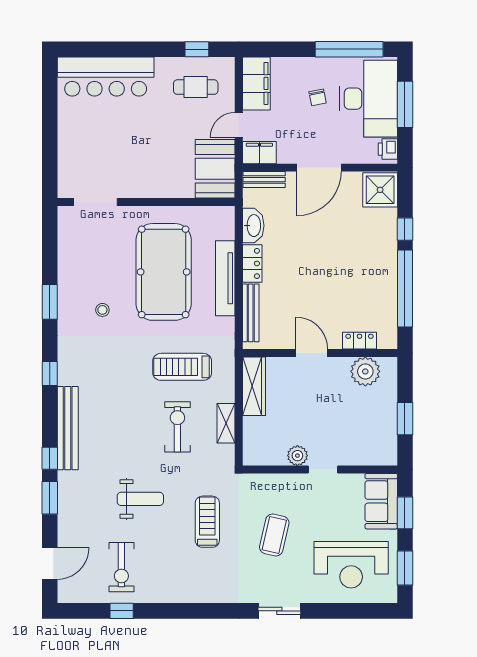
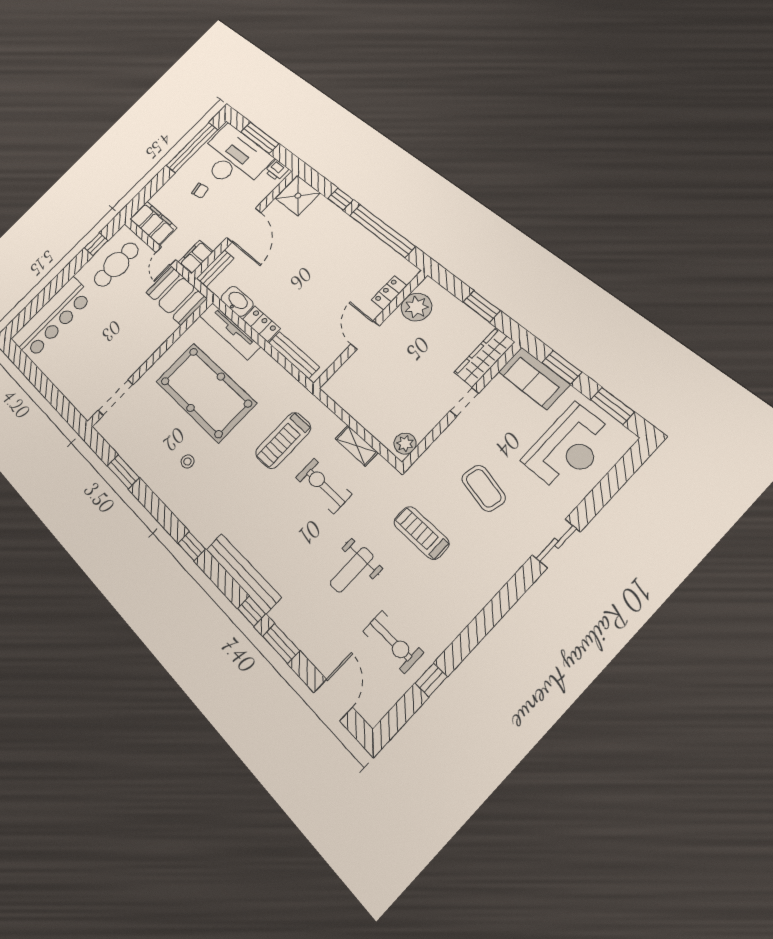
cafe table: (196, 87) -> (116, 265), width x1.37, depth x1.35
tv unit: (225, 278) -> (230, 331), moved
window: (50, 302) -> (123, 472), moved
door: (312, 353) -> (365, 335), hinge flipped
wardrobe: (254, 386) -> (484, 357), moved, turned -90
plant: (297, 456) -> (405, 444), moved
weight bench: (140, 499) -> (352, 570), turned 180

